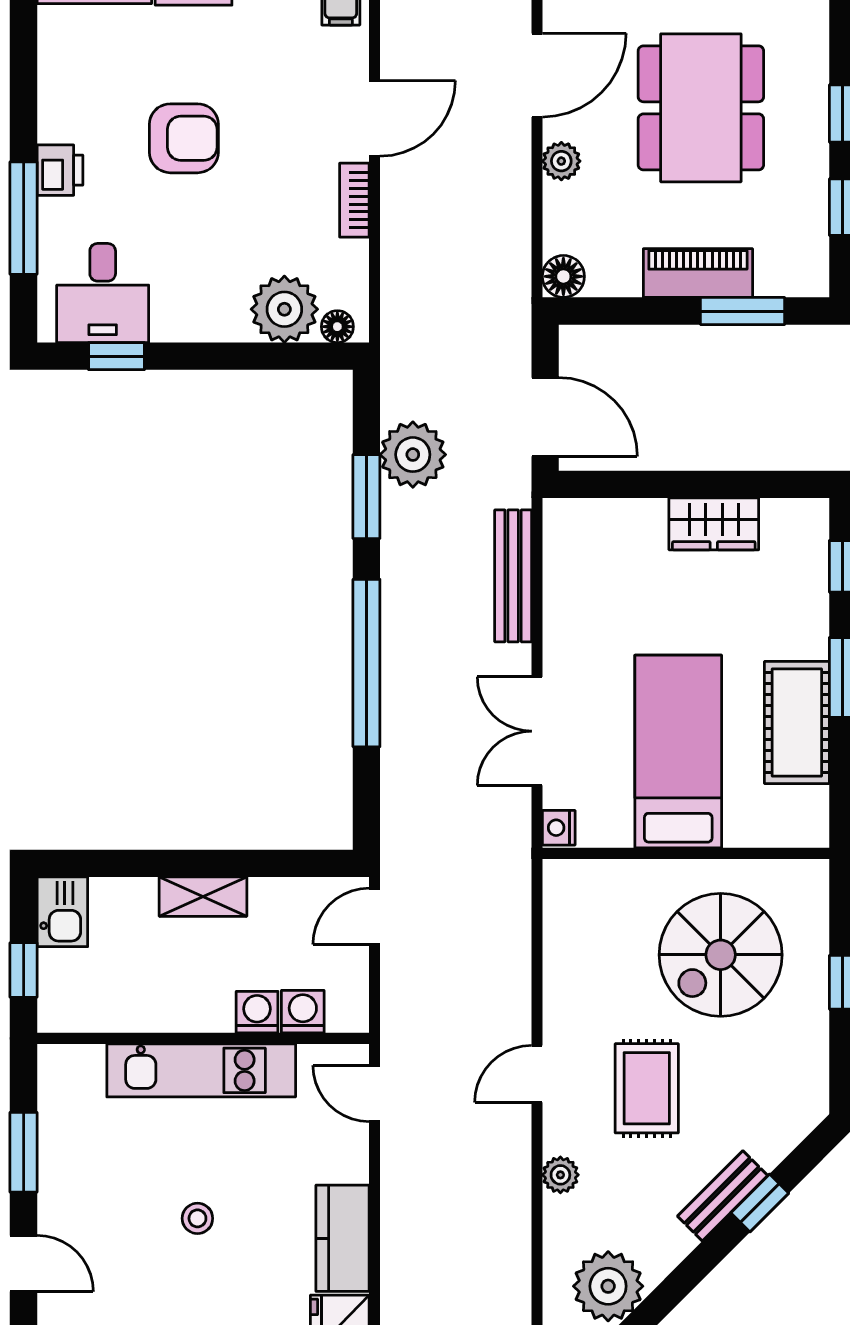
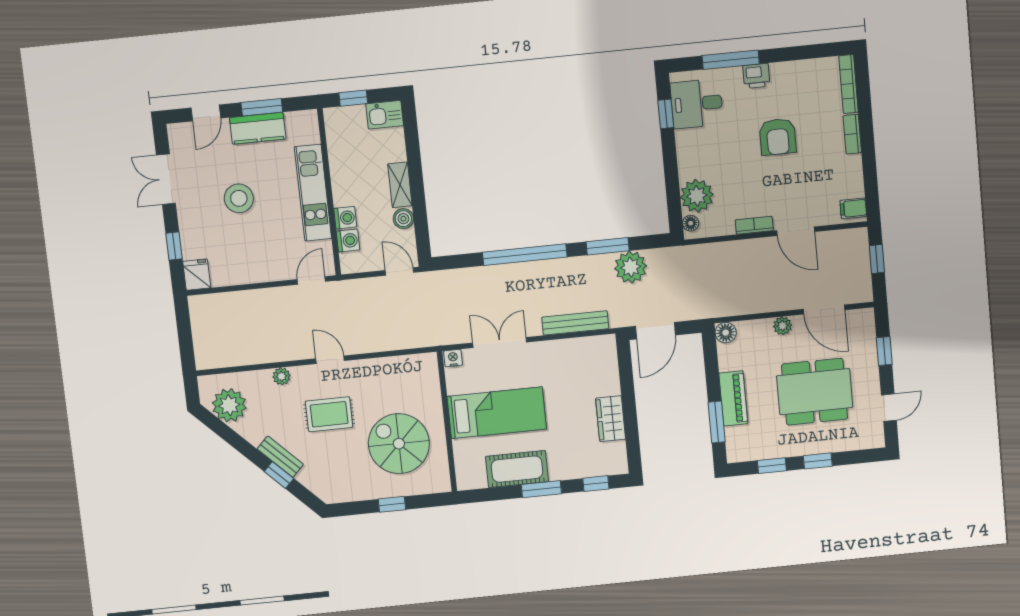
boiler: (271, 897) -> (403, 219), added
stool: (197, 1218) -> (239, 198), width x1.89, depth x1.89
kitchen counter: (343, 1238) -> (258, 128), moved, turned 180

